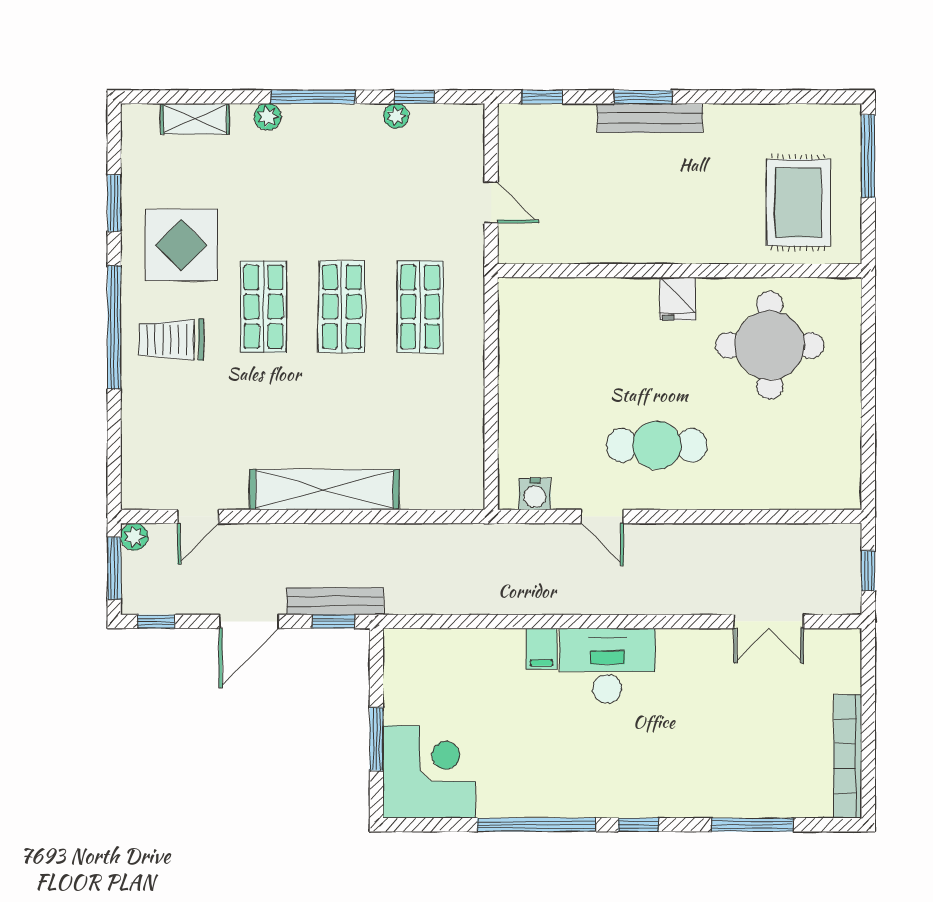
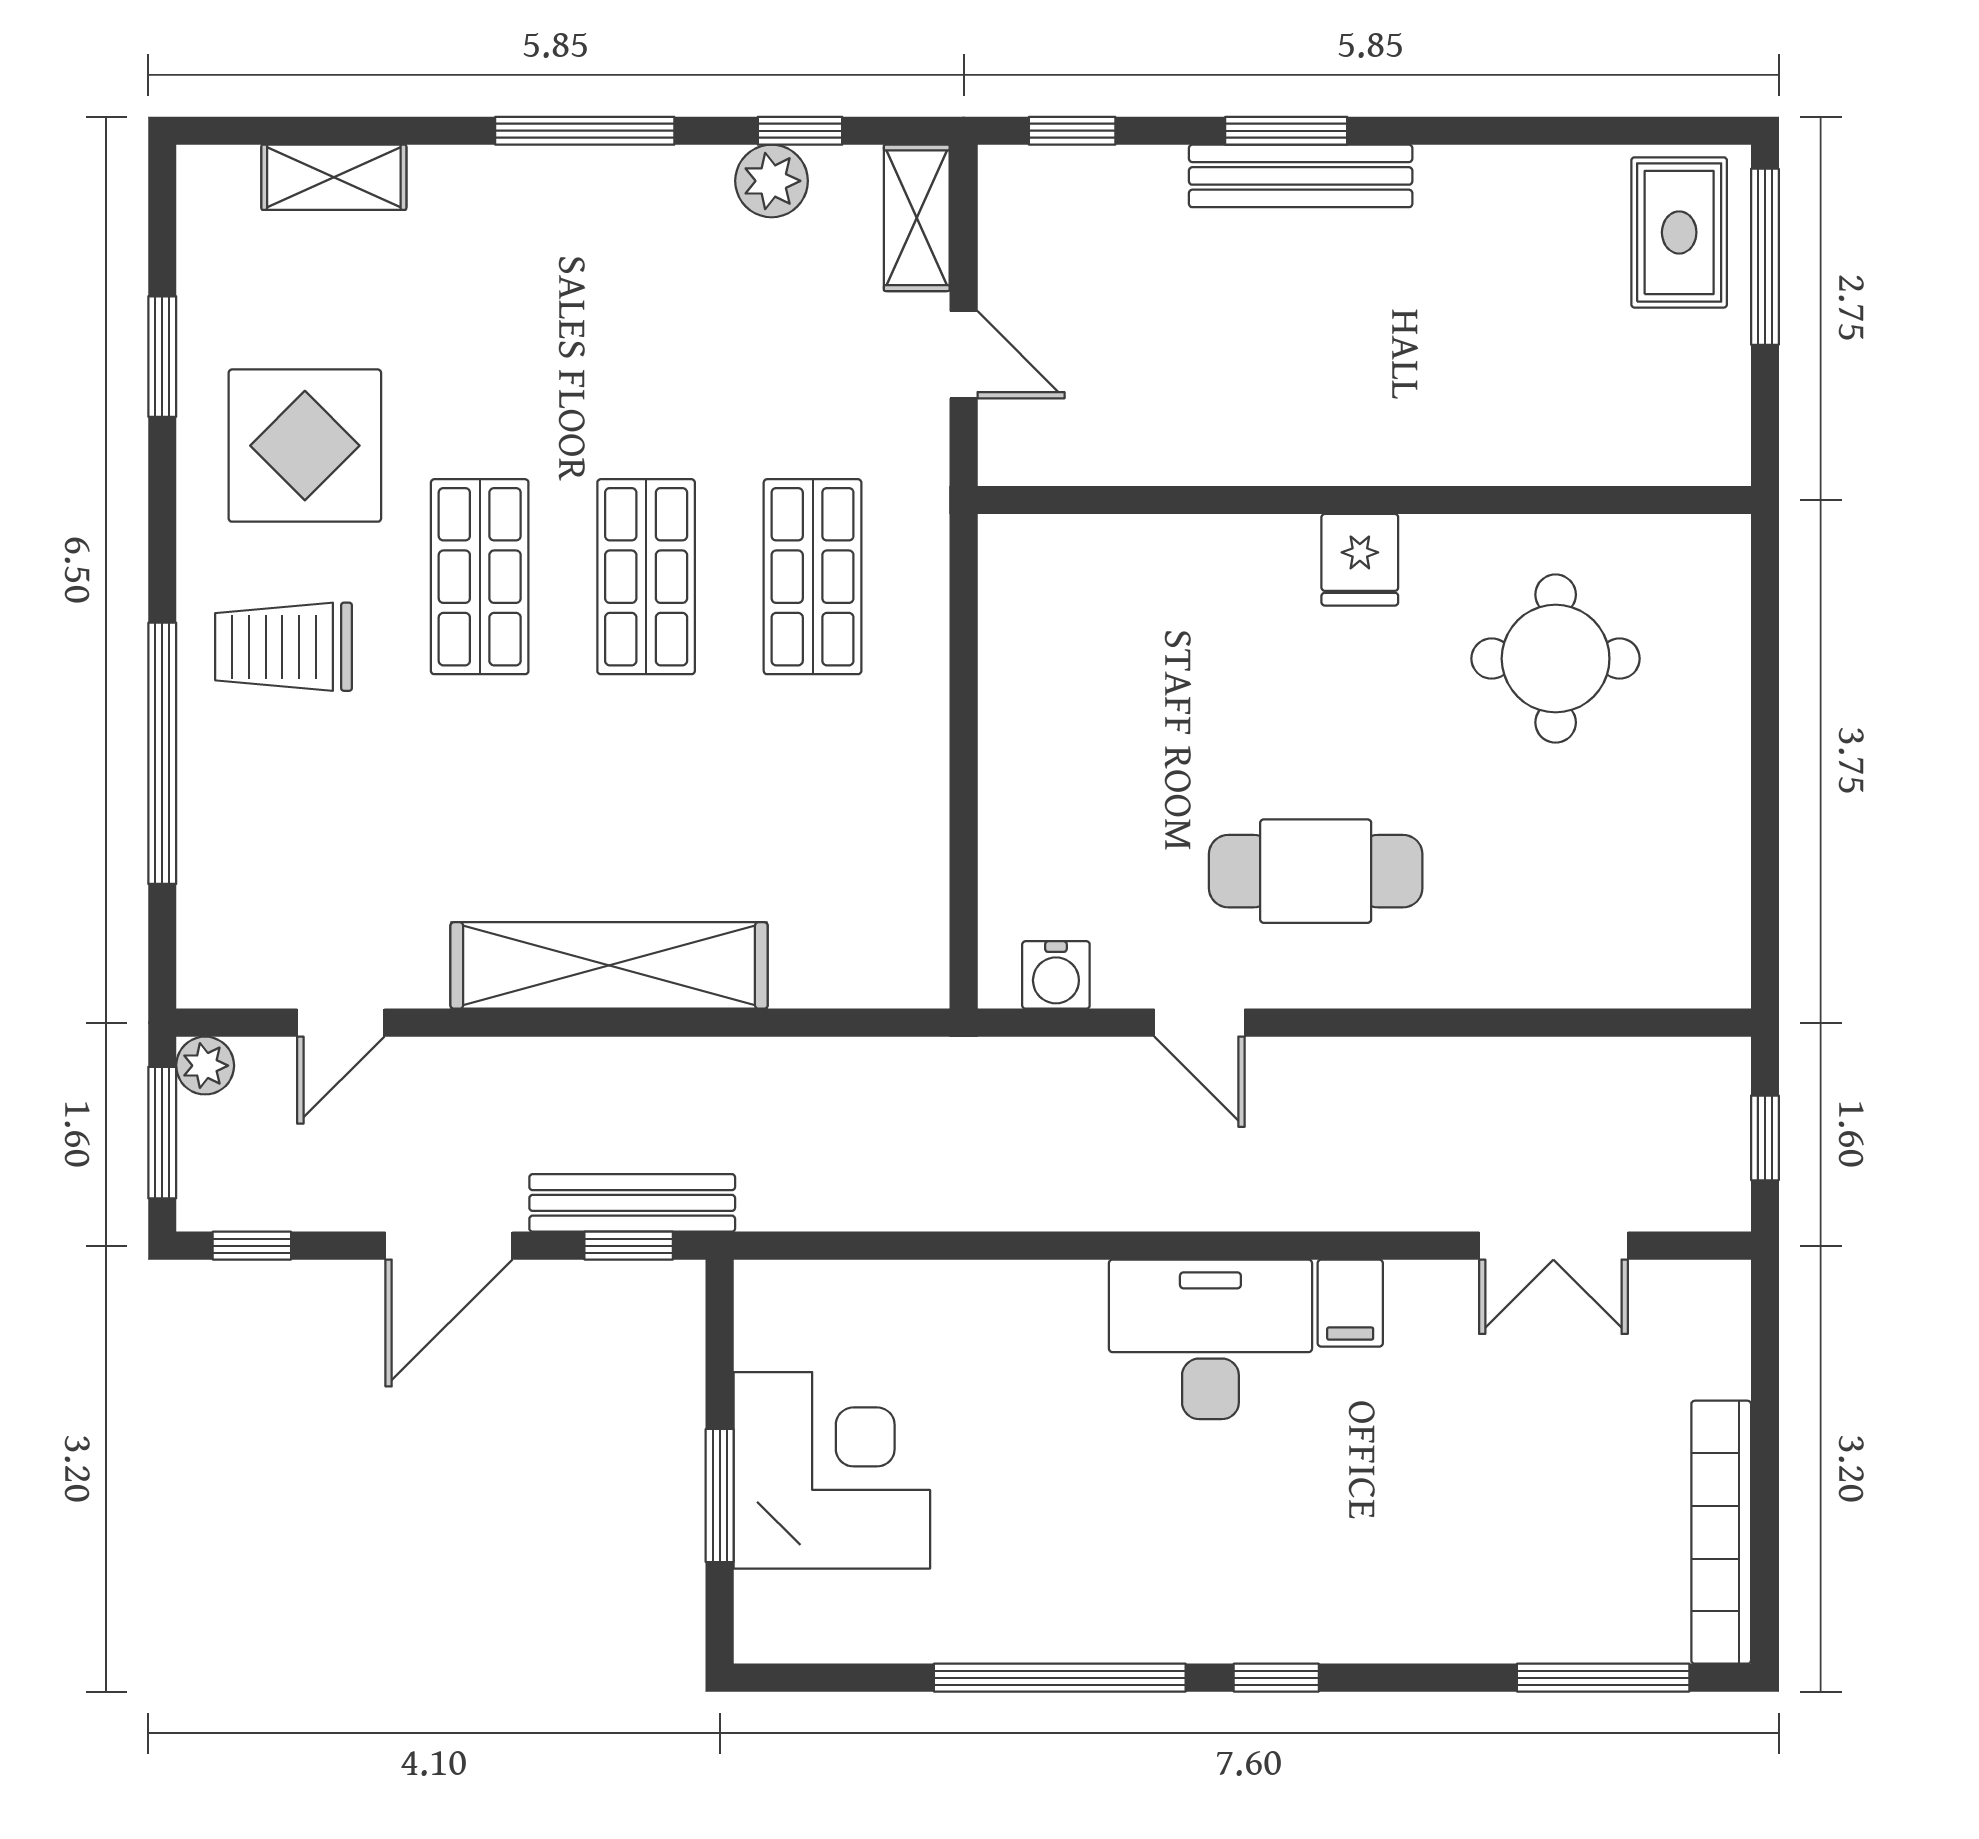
plant: (396, 116) -> (772, 181), width x1.38, depth x1.38
plant: (268, 117) -> (488, 173), removed
shelving: (469, 138) -> (917, 218), added
rug: (798, 203) -> (1679, 232), moved, width x0.73, depth x0.70
window: (114, 327) -> (162, 753), moved
round table: (770, 345) -> (1556, 659), width x0.73, depth x0.73
filing cabinet: (542, 648) -> (1350, 1303), moved
corner desk: (429, 772) -> (832, 1470), moved
window: (752, 825) -> (1603, 1678), moved

